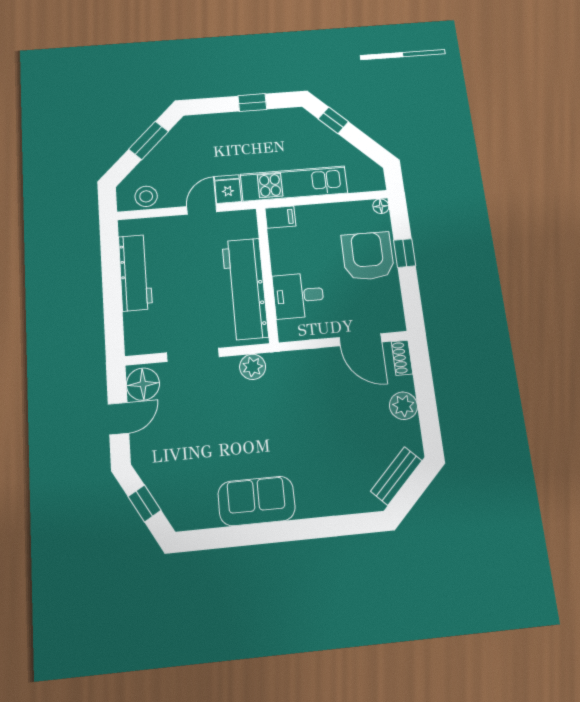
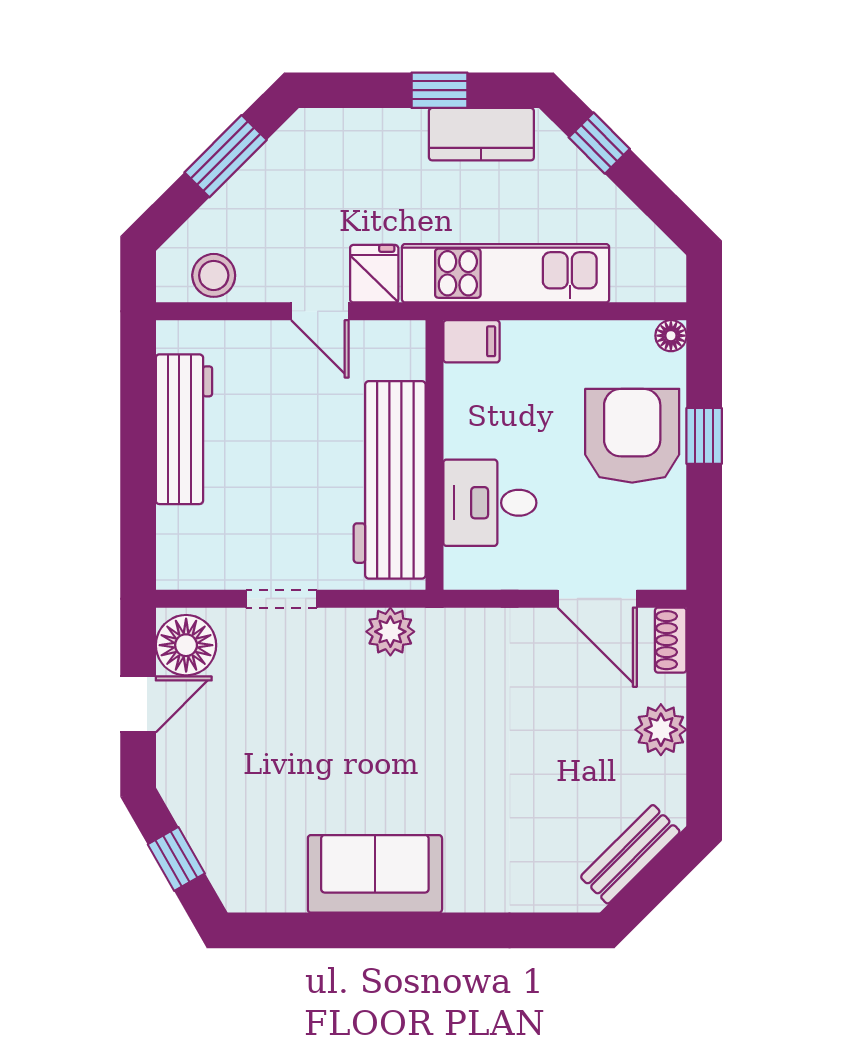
kitchen counter: (275, 121) -> (481, 134), added
door: (202, 209) -> (320, 311), swing flipped
doorway: (193, 355) -> (282, 599), width x0.73

